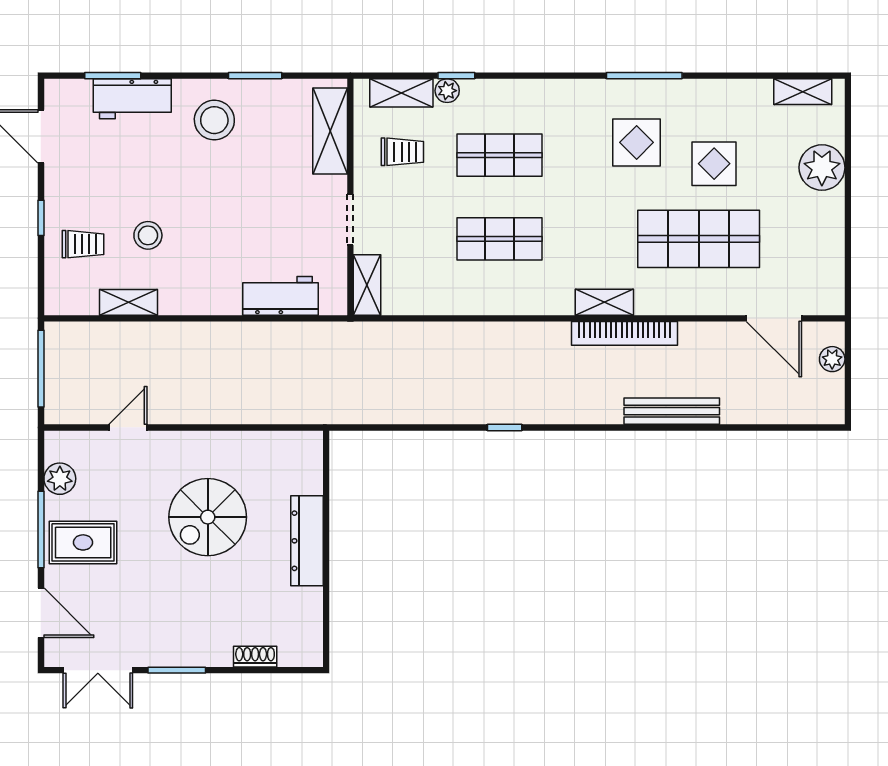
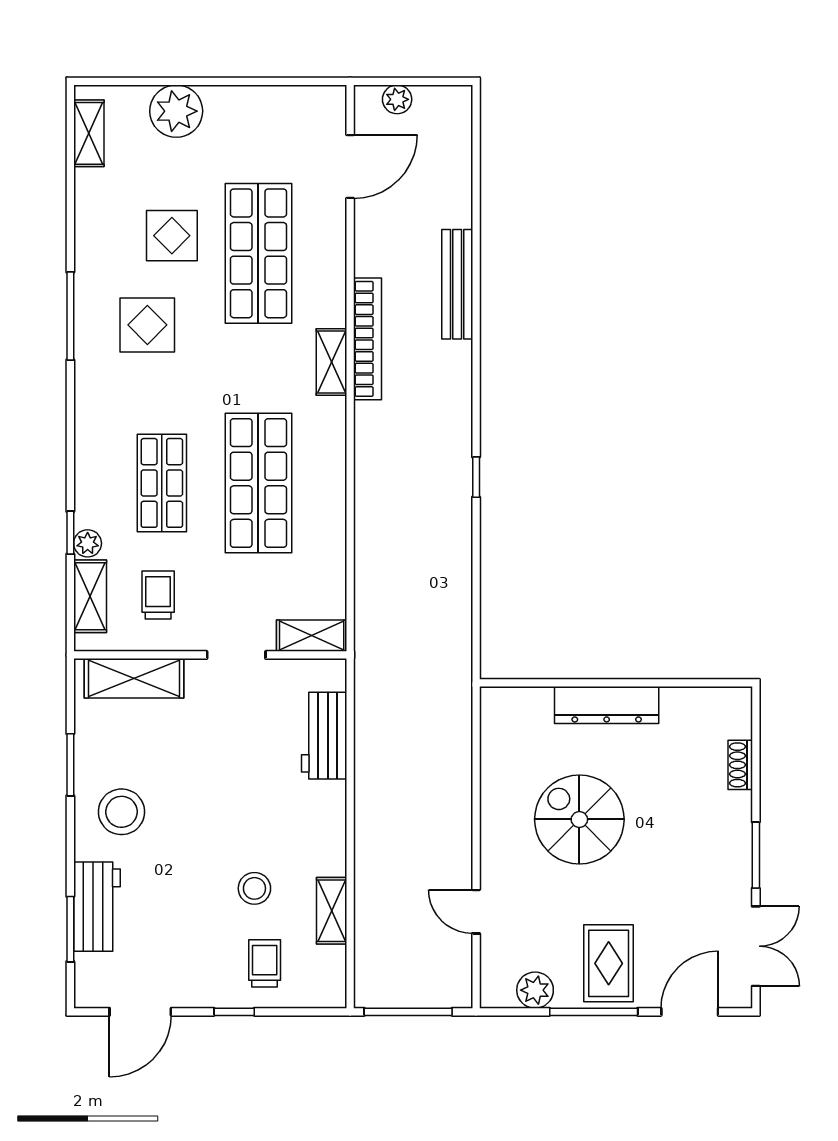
shop shelf: (500, 239) -> (258, 483), width x1.43, depth x1.36
spiral stairs: (208, 517) -> (579, 819), turned 180

